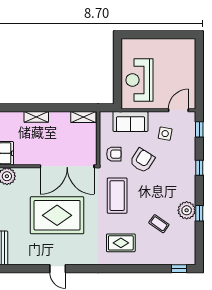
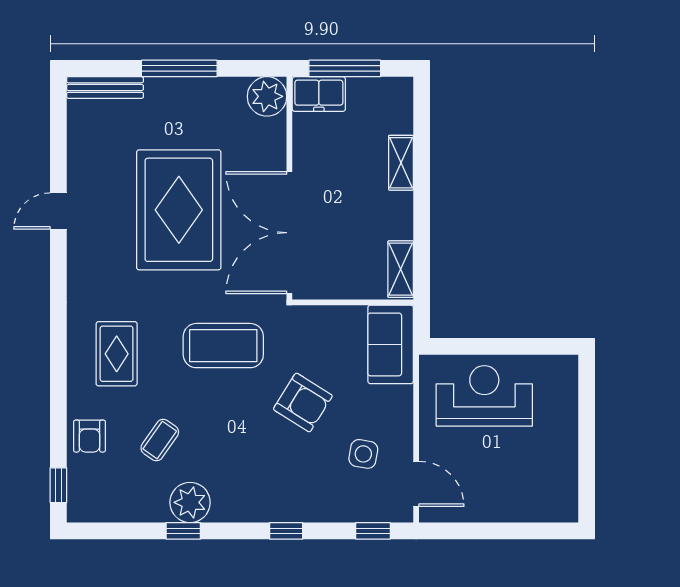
sofa: (130, 121) -> (391, 344), moved
armchair: (114, 154) -> (90, 436), moved

